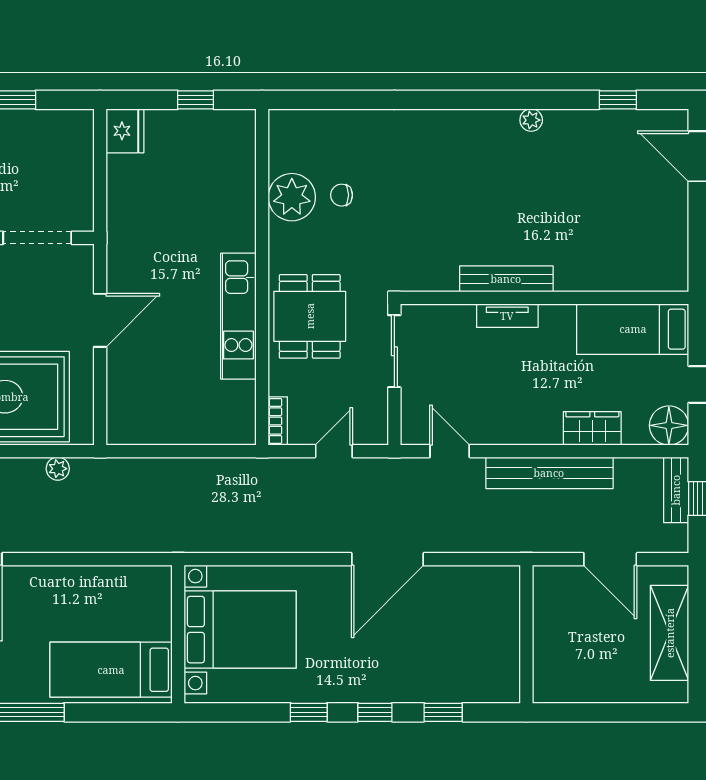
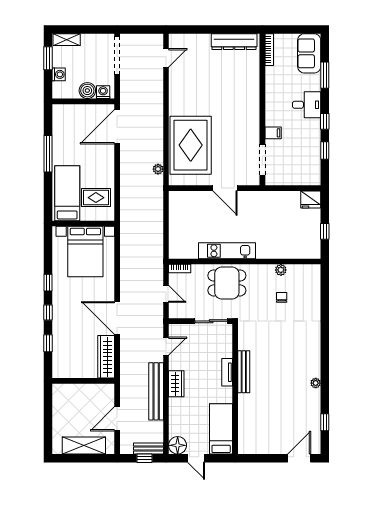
plant: (292, 197) -> (281, 270), width x0.53, depth x0.53
wardrobe: (592, 428) -> (176, 384), moved
wardrobe: (473, 583) -> (106, 357), added
rug: (121, 606) -> (96, 198), added

